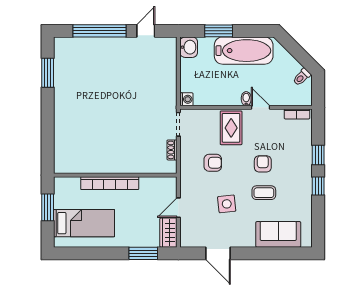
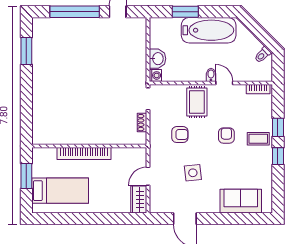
washbasin: (189, 47) -> (158, 59), moved
coffee table: (264, 193) -> (258, 139), moved
window: (143, 253) -> (115, 219), removed

